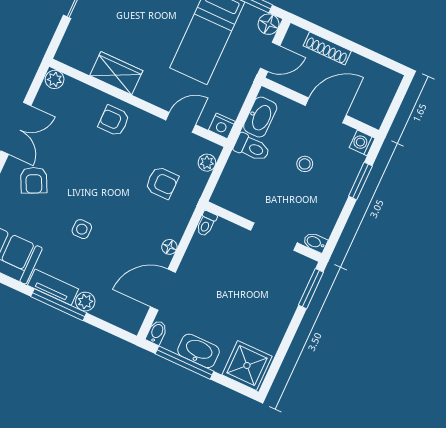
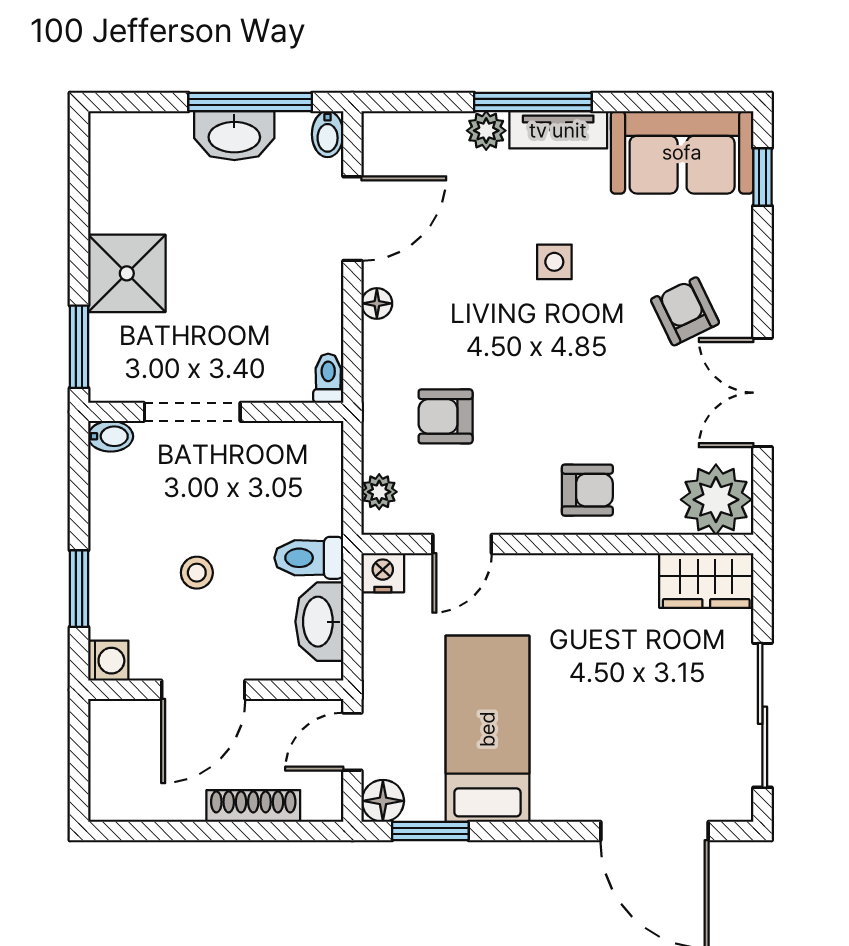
wardrobe: (116, 73) -> (706, 580), moved
plant: (55, 79) -> (716, 500), width x1.88, depth x1.88
shower: (247, 365) -> (127, 273), moved

